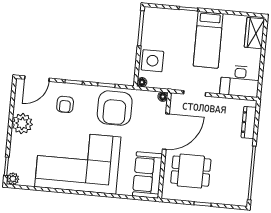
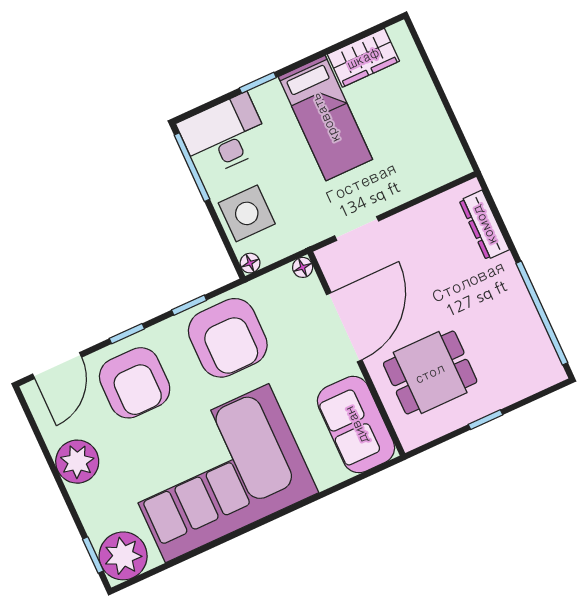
wardrobe: (254, 33) -> (363, 58), moved, turned -90
desk: (240, 81) -> (224, 135), moved, turned 180
armchair: (65, 104) -> (135, 383), width x1.88, depth x1.88
plant: (13, 179) -> (123, 556), width x1.88, depth x1.88

